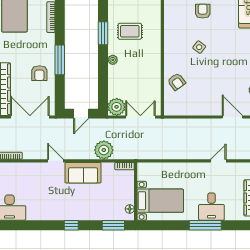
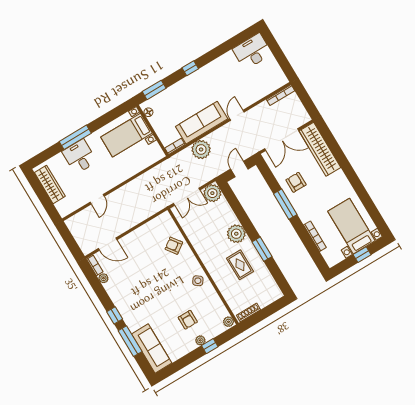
rug: (130, 31) -> (240, 265), turned 90
side table: (199, 47) -> (198, 281), moved
plant: (113, 60) -> (236, 234), width x1.87, depth x1.87
door: (56, 161) -> (237, 115), swing flipped
sofa: (83, 173) -> (202, 123), width x1.36

